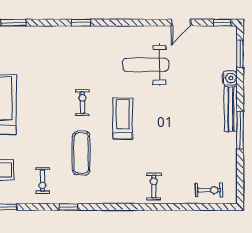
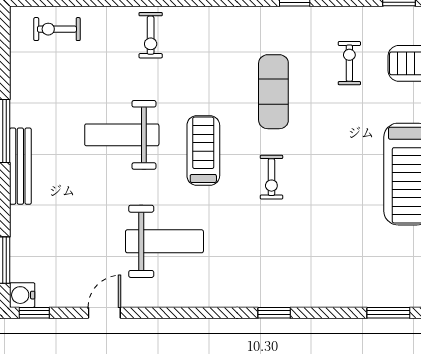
water cooler: (230, 78) -> (22, 295), moved
treadmill: (123, 118) -> (203, 151), turned 180
weight bench: (171, 128) -> (122, 135), added
exercise bike: (42, 181) -> (349, 63), moved

